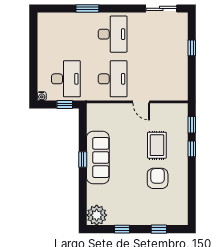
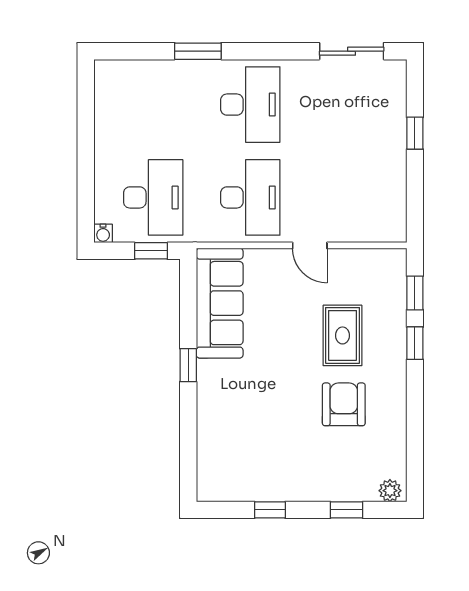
sofa: (98, 157) -> (220, 303), moved
plant: (97, 215) -> (390, 491), moved, width x0.53, depth x0.53

